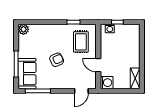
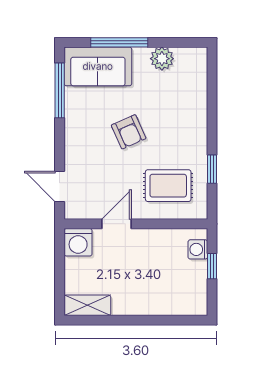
plant: (23, 29) -> (162, 59), moved

